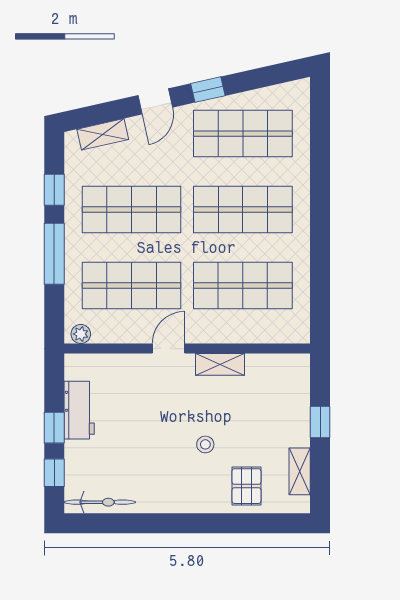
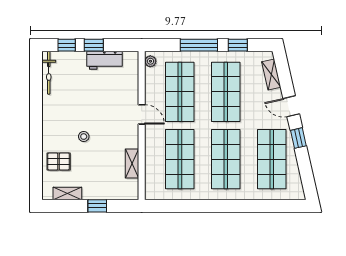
shelving: (220, 364) -> (132, 164), moved

